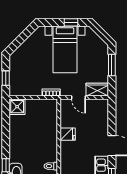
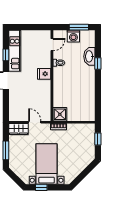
shower: (17, 107) -> (60, 114), moved
fridge: (68, 134) -> (44, 74), moved

